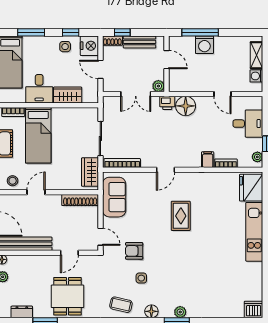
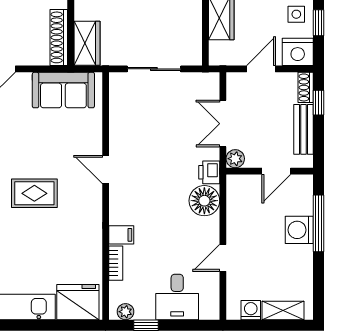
bookcase: (122, 163) -> (116, 103), removed
wardrobe: (90, 172) -> (87, 43), moved, turned 90

